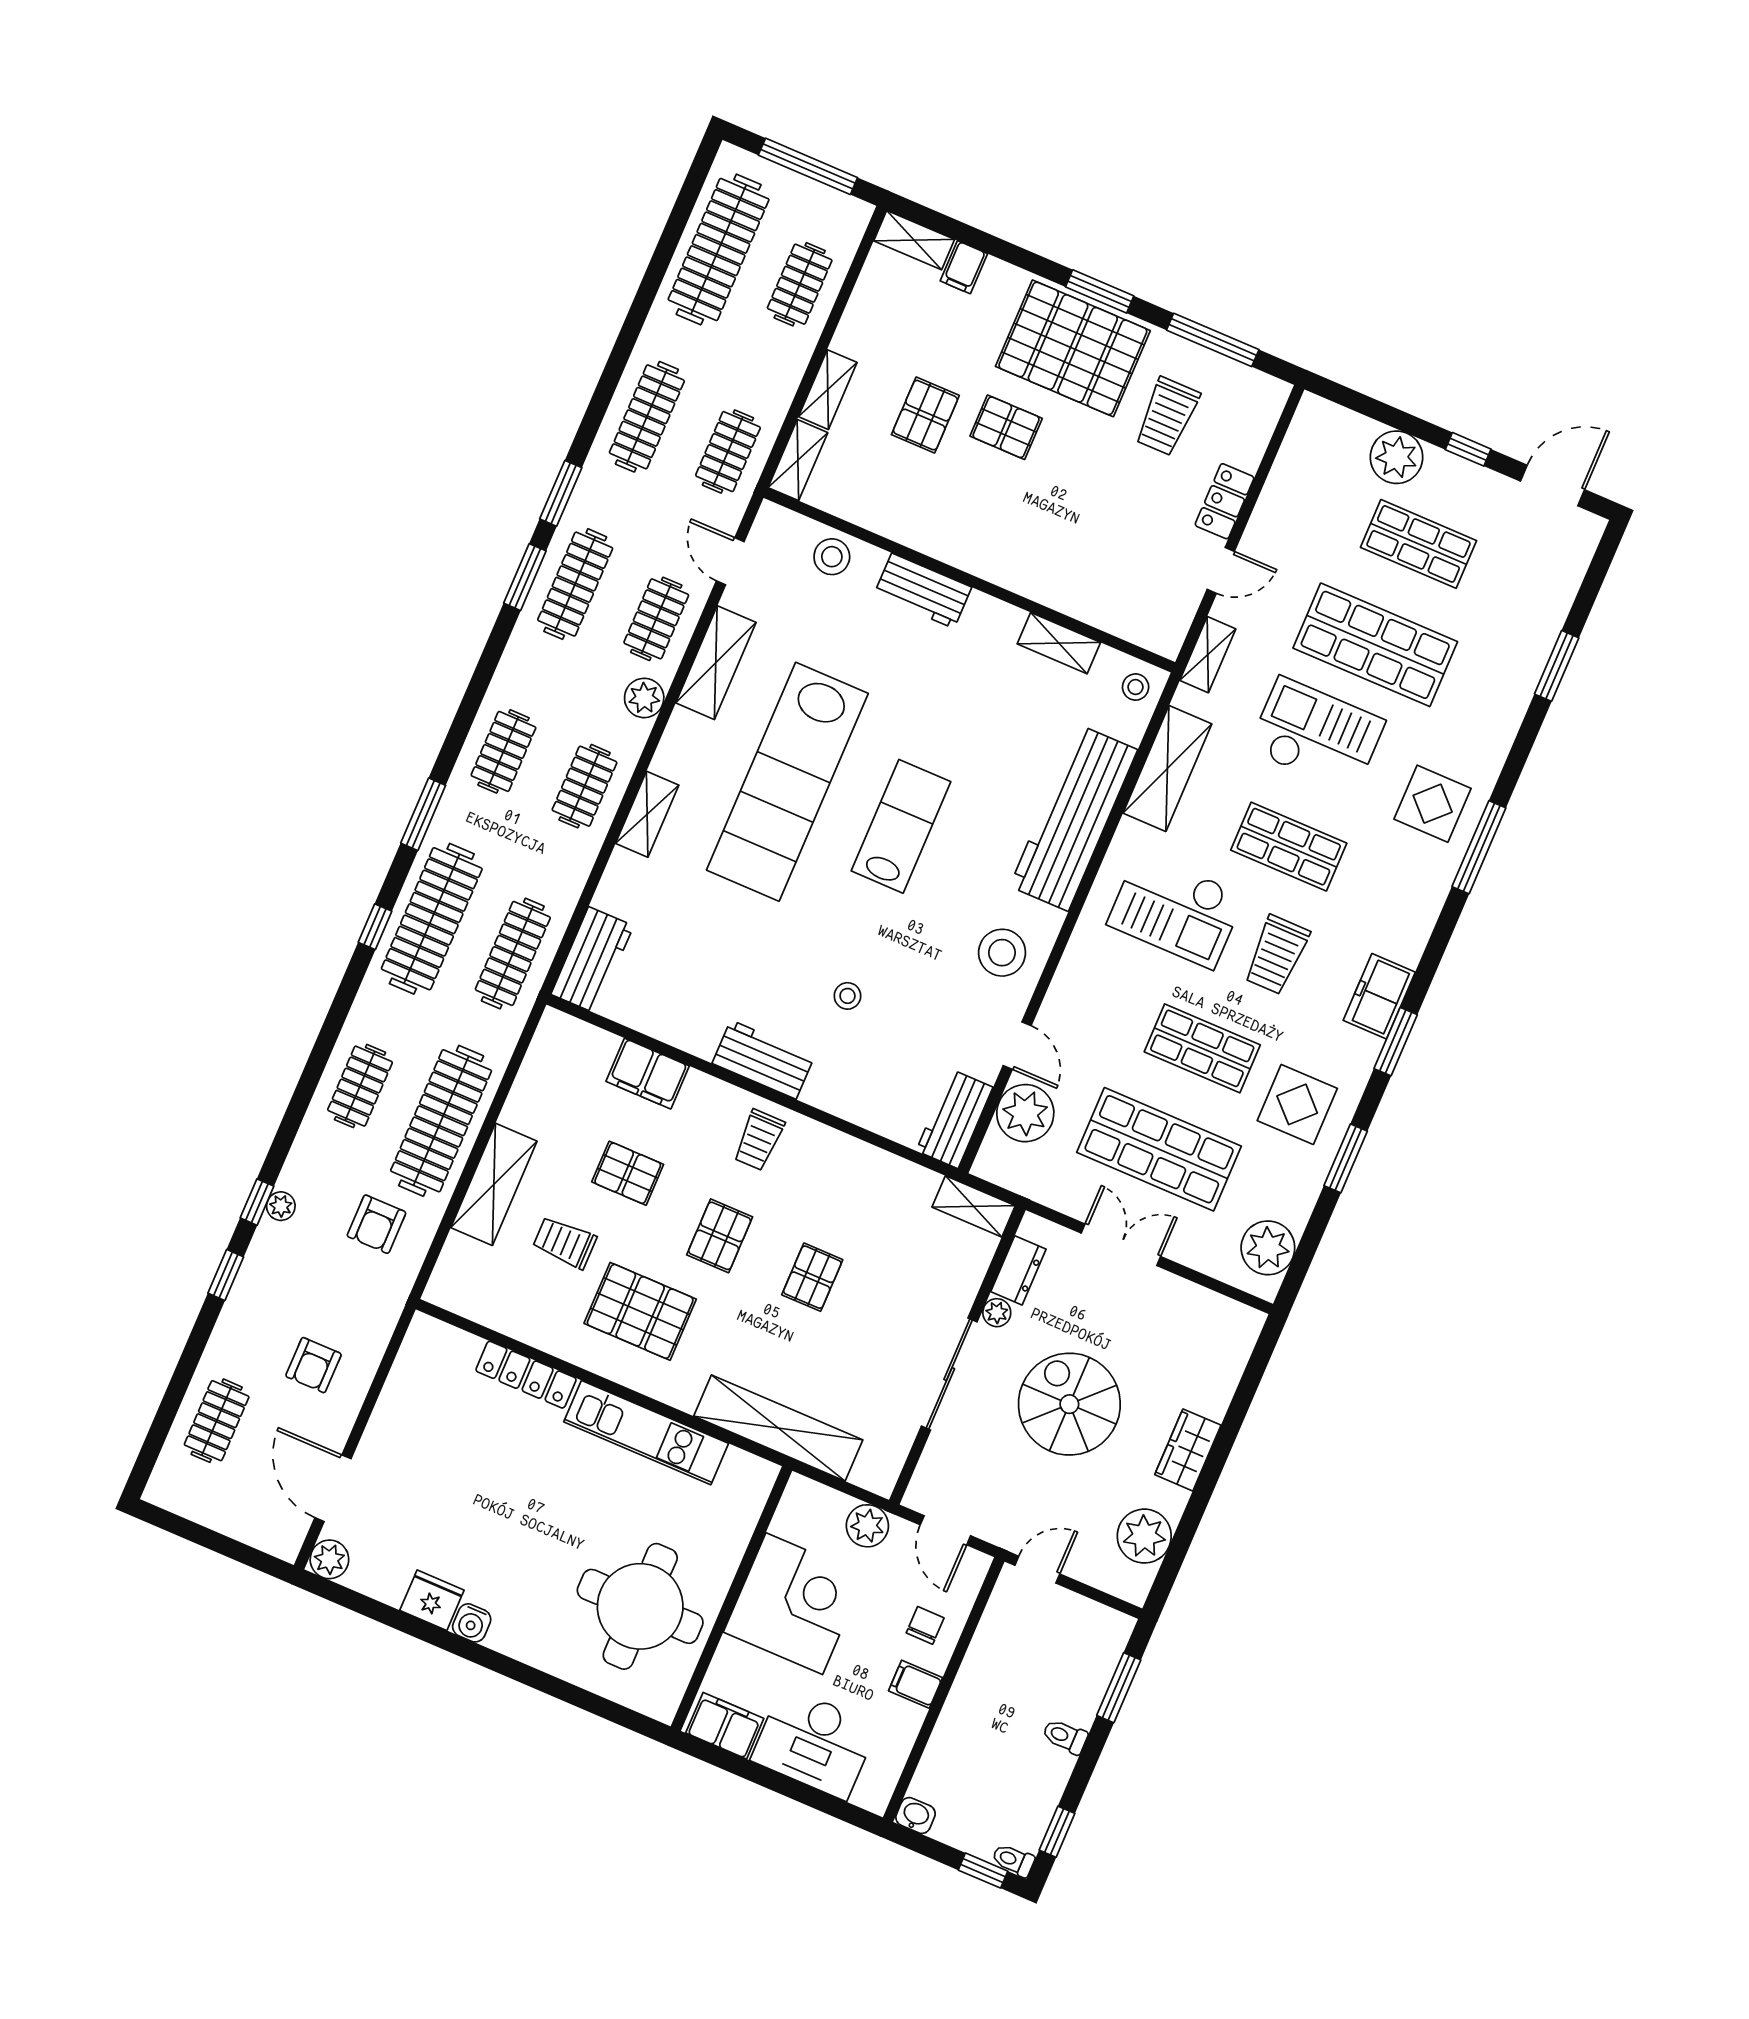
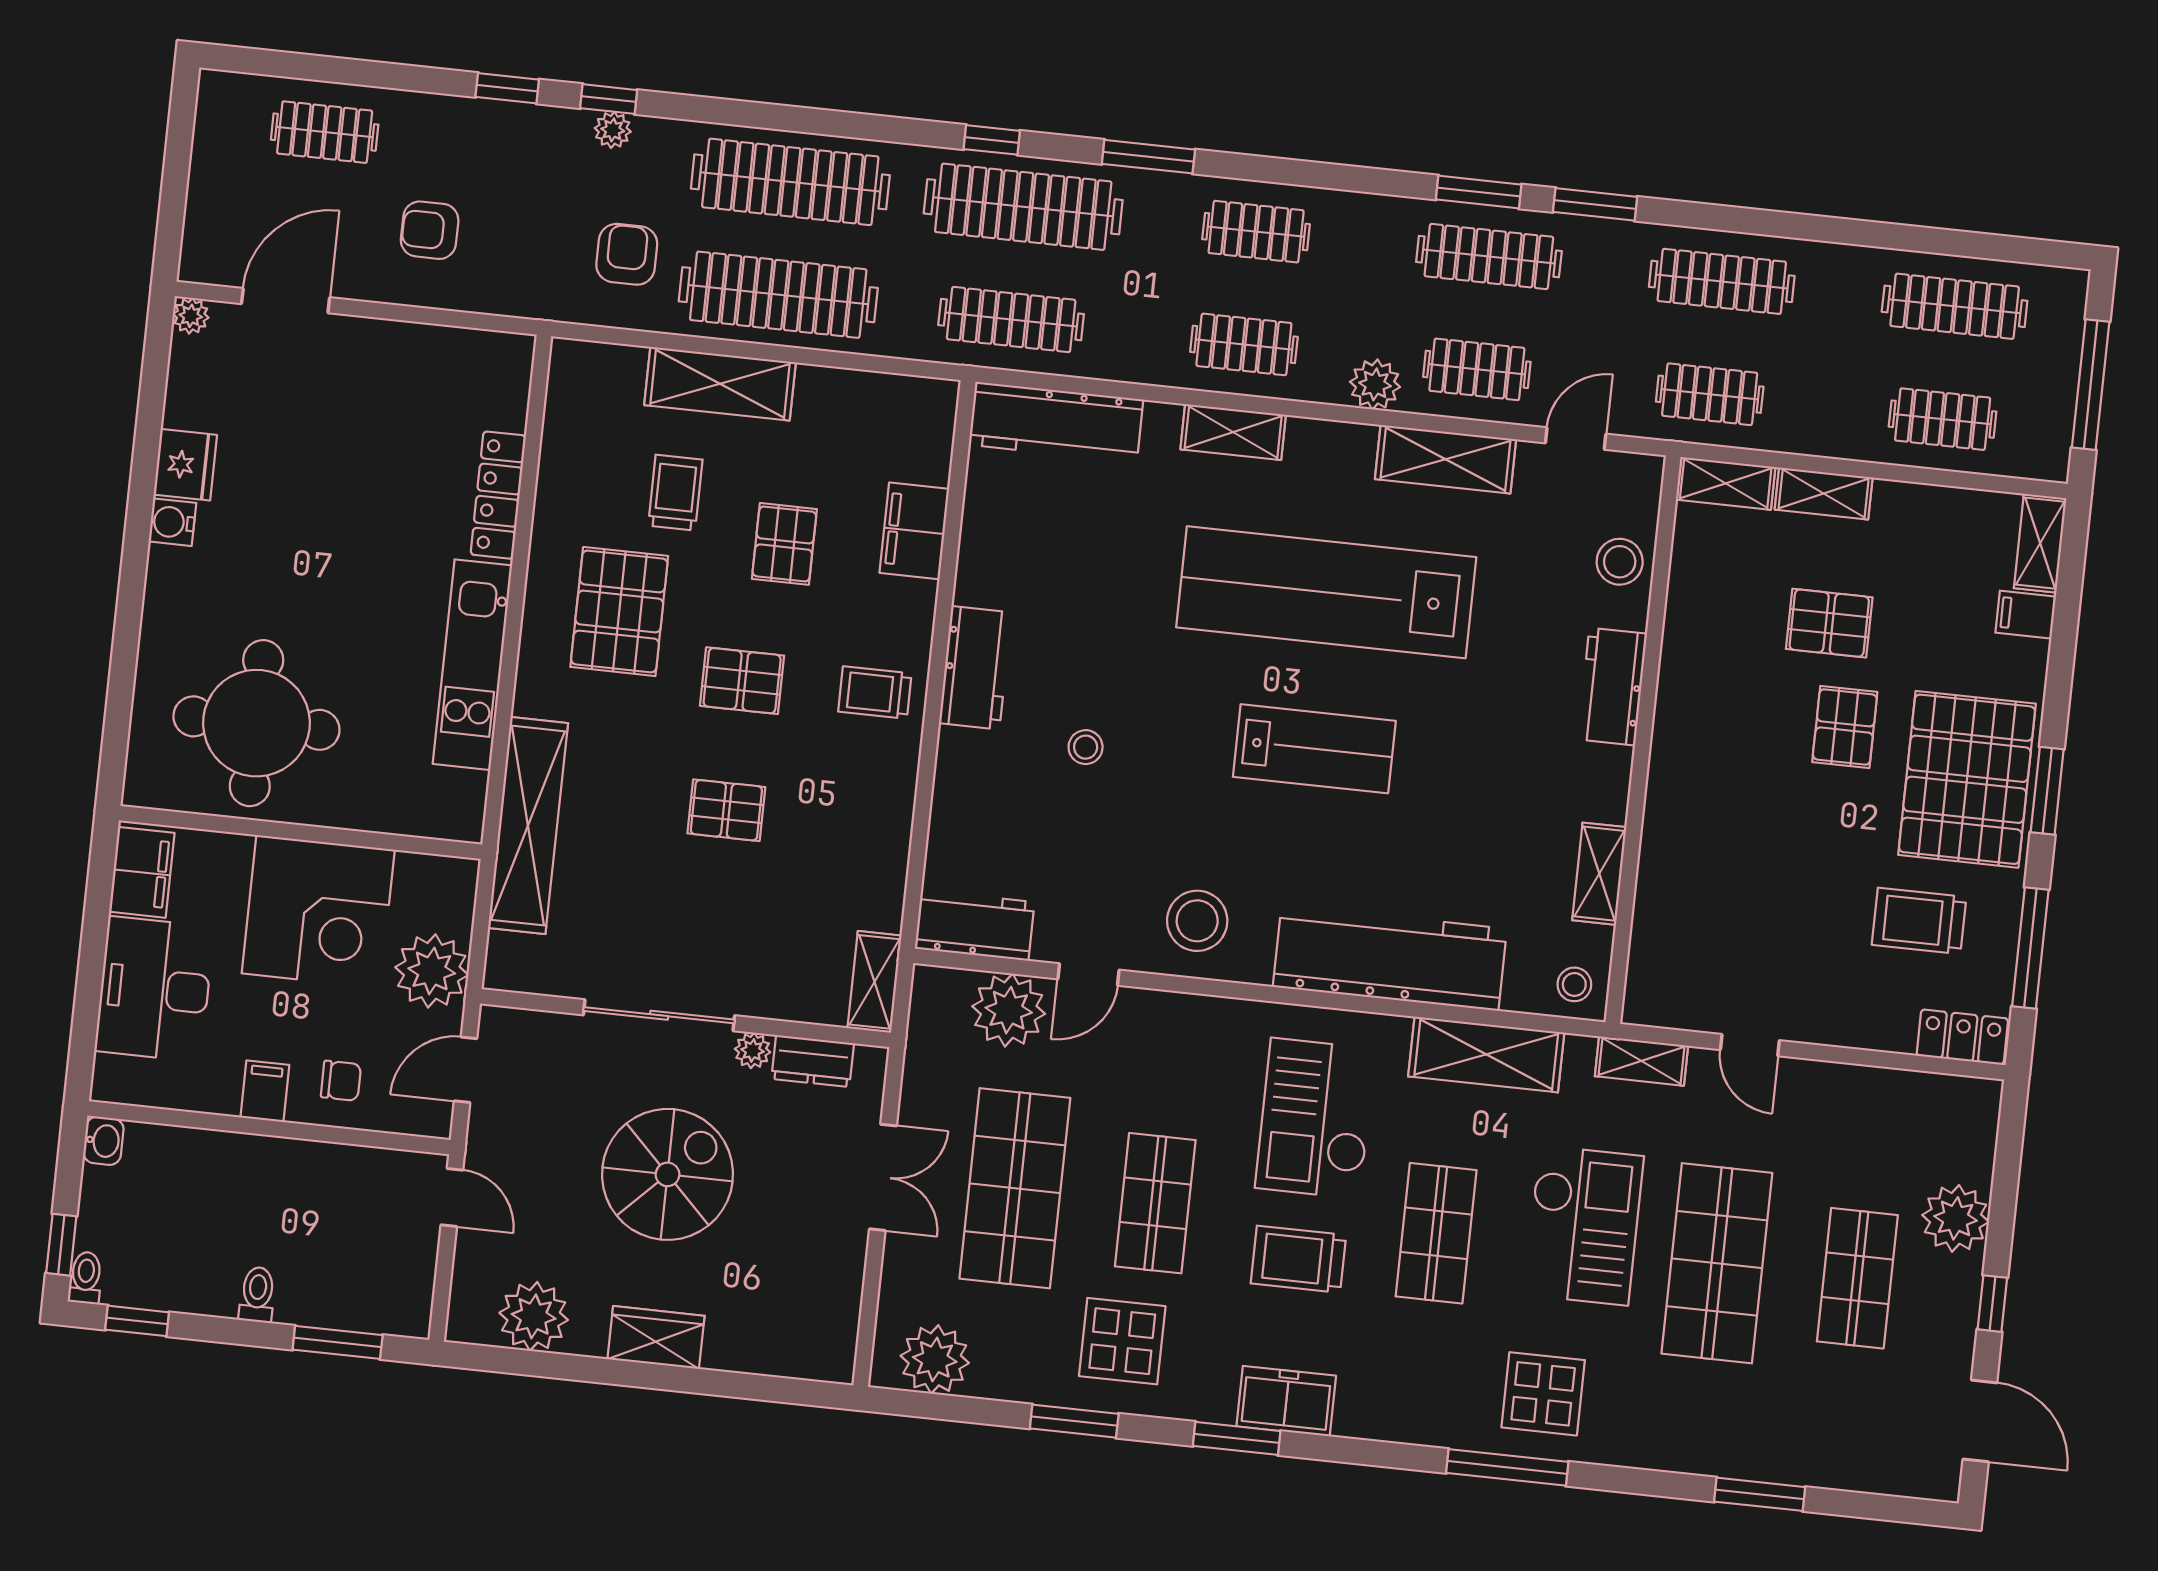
clothes rail: (719, 249) -> (1955, 306), width x0.73, depth x0.76
locker: (1225, 501) -> (1962, 1037), moved
workbench: (592, 960) -> (1056, 422), width x1.38
clothes rail: (360, 1086) -> (790, 182), width x1.86, depth x1.31
armchair: (376, 1224) -> (627, 254), turned 90
plant: (867, 1526) -> (432, 971), width x1.36, depth x1.36
plant: (329, 1559) -> (191, 316), width x0.73, depth x0.73

